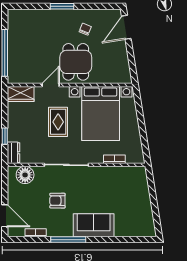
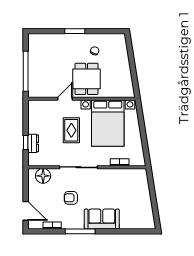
door: (126, 27) -> (130, 49), removed
wardrobe: (21, 94) -> (39, 106), removed
dresser: (14, 153) -> (33, 143), moved

